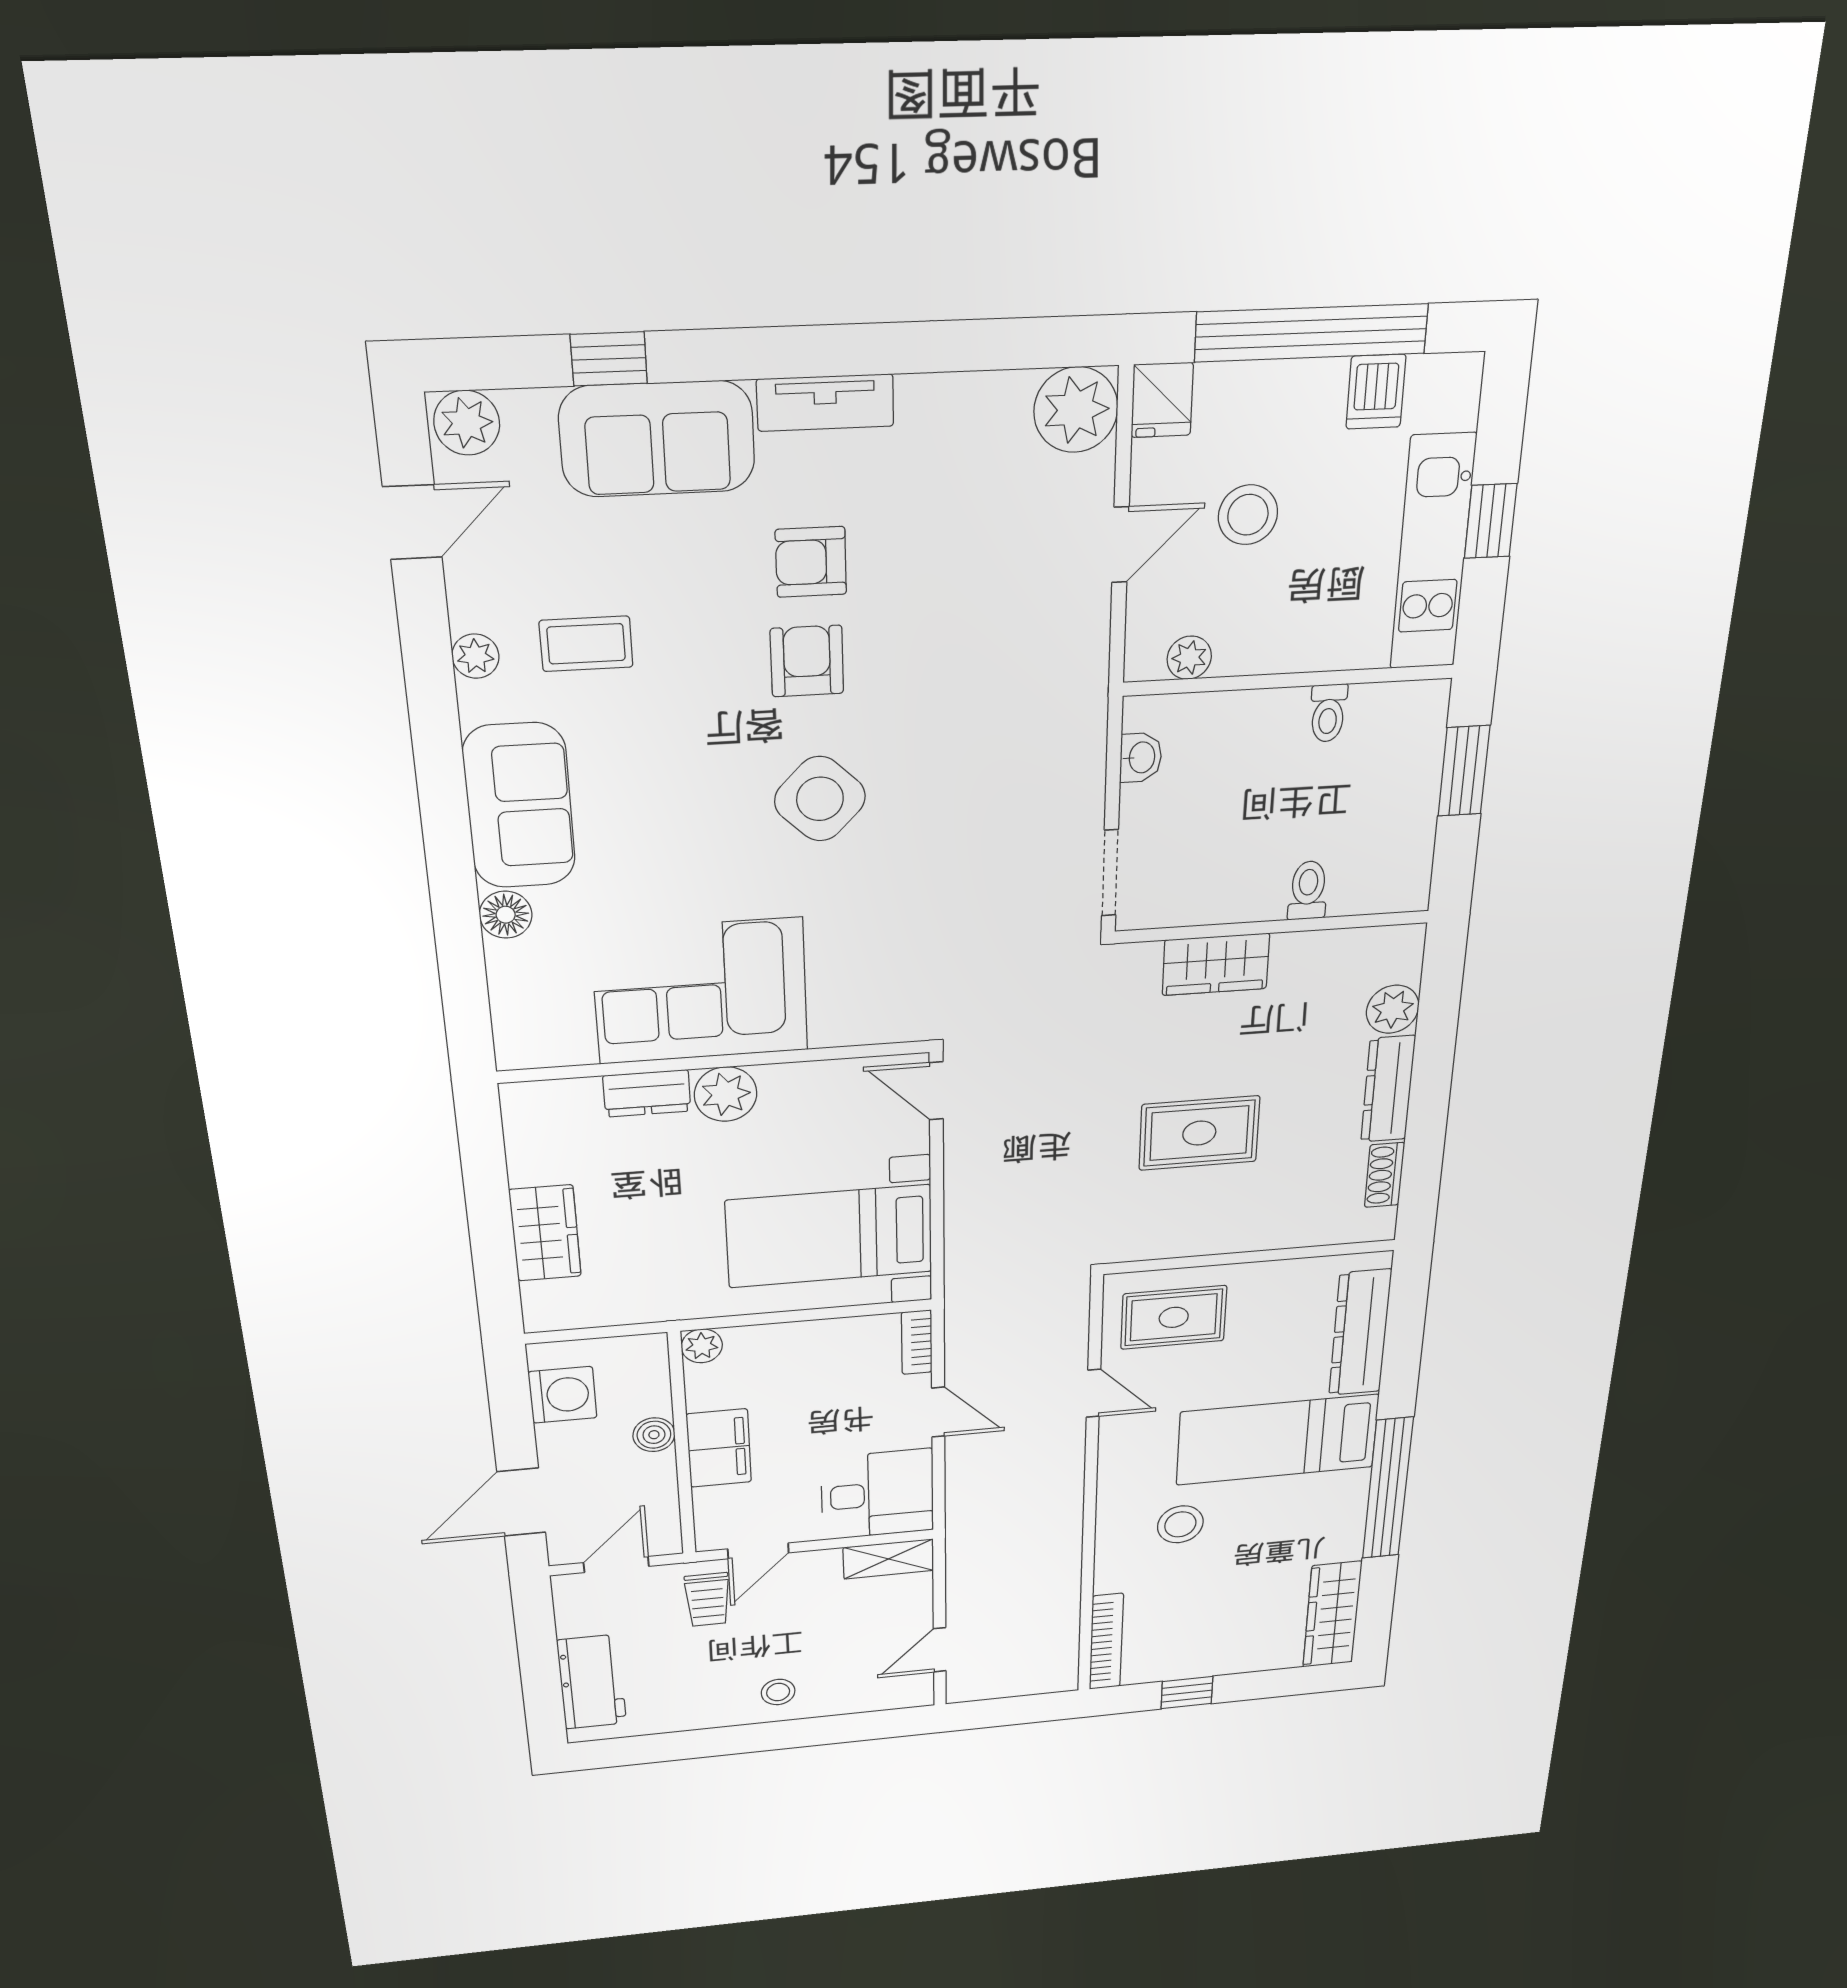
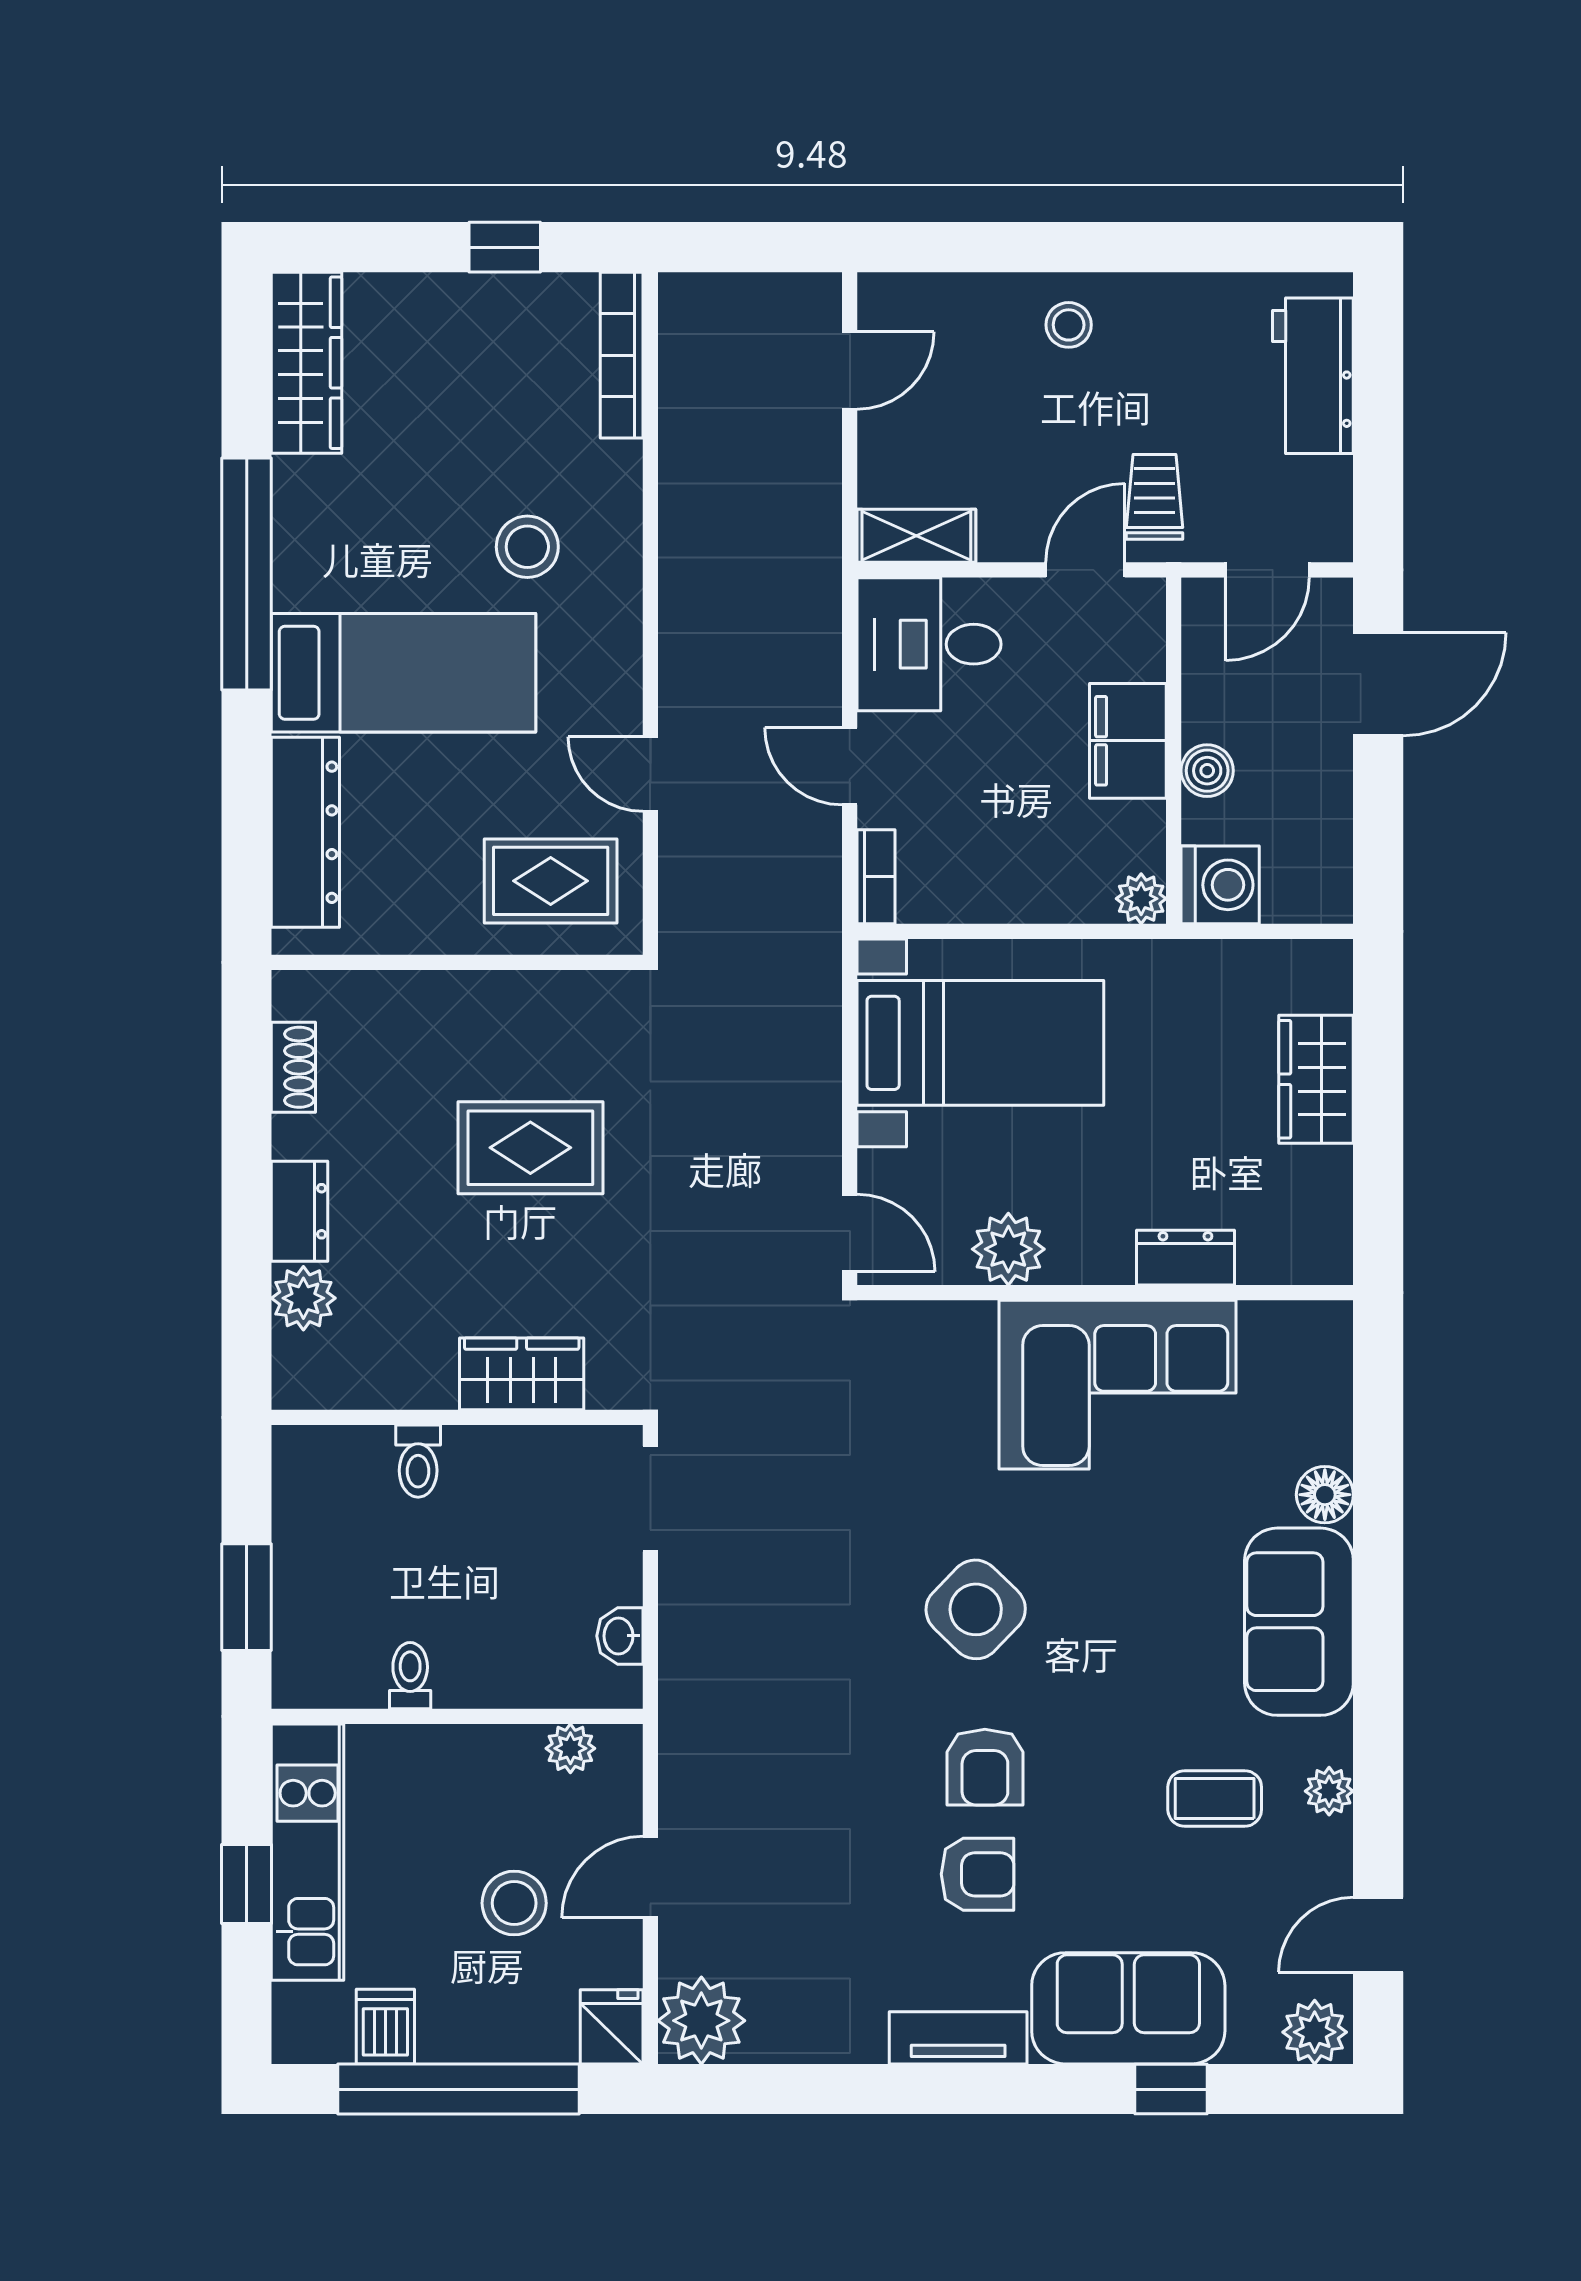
dresser: (1388, 1089) -> (300, 1211), width x0.70
plant: (726, 1094) -> (1008, 1249), moved
washing machine: (563, 1395) -> (1220, 885), moved, turned 180

